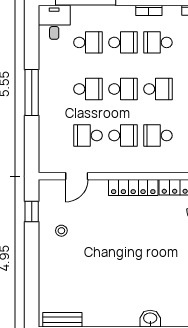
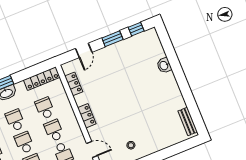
school desk: (158, 136) -> (45, 108), turned 180
locker: (133, 188) -> (87, 116), width x0.66

